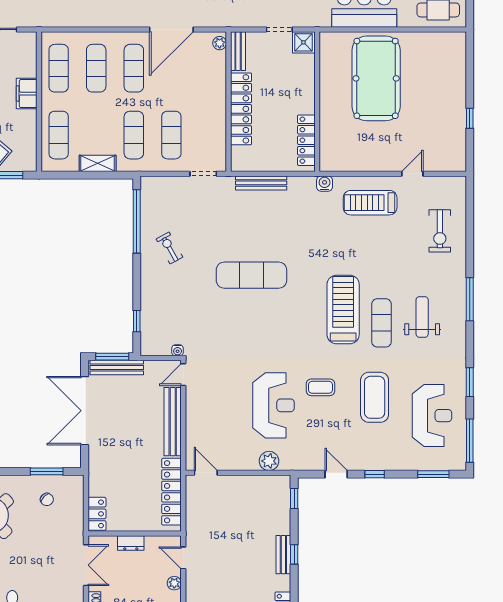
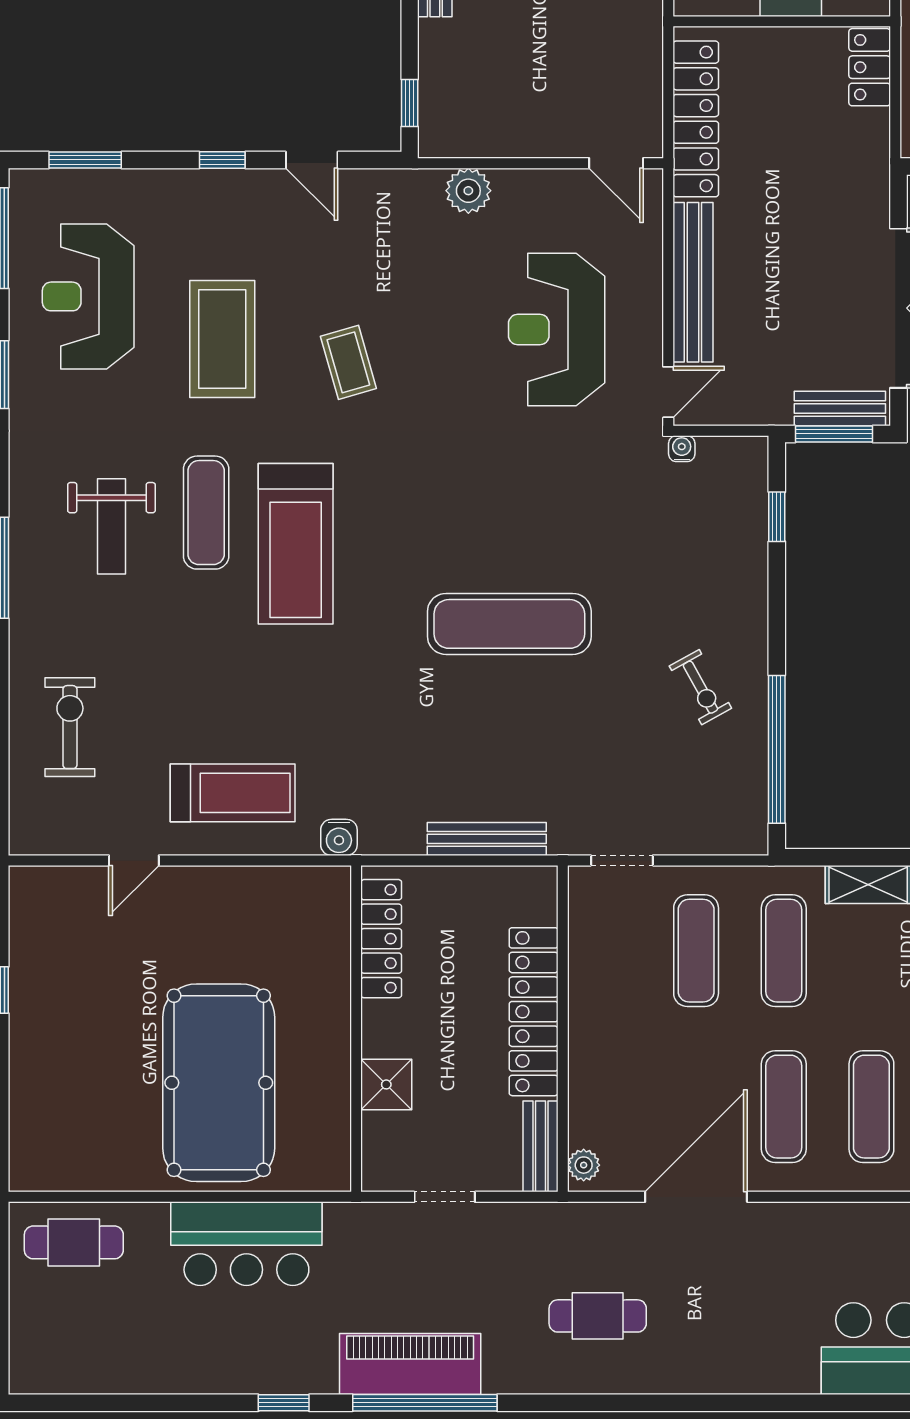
shower: (303, 42) -> (386, 1084), moved
bench: (117, 368) -> (840, 408), width x0.73
coffee table: (320, 387) -> (348, 362), turned 74
reception desk: (274, 405) -> (557, 330), moved

